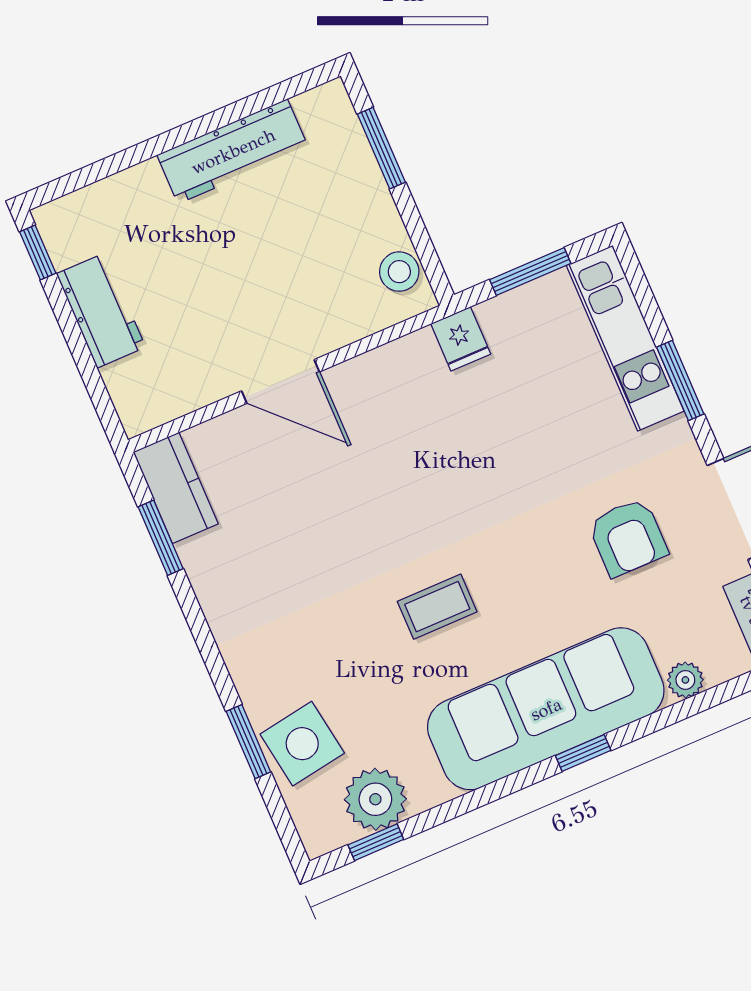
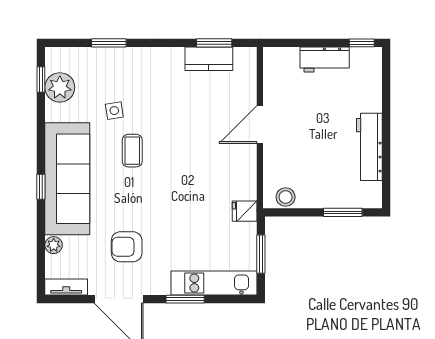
kitchen counter: (176, 488) -> (209, 59), moved
side table: (302, 744) -> (114, 111), moved, width x0.54, depth x0.54

